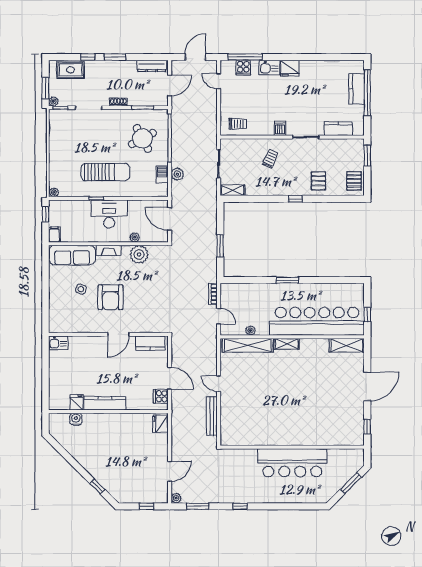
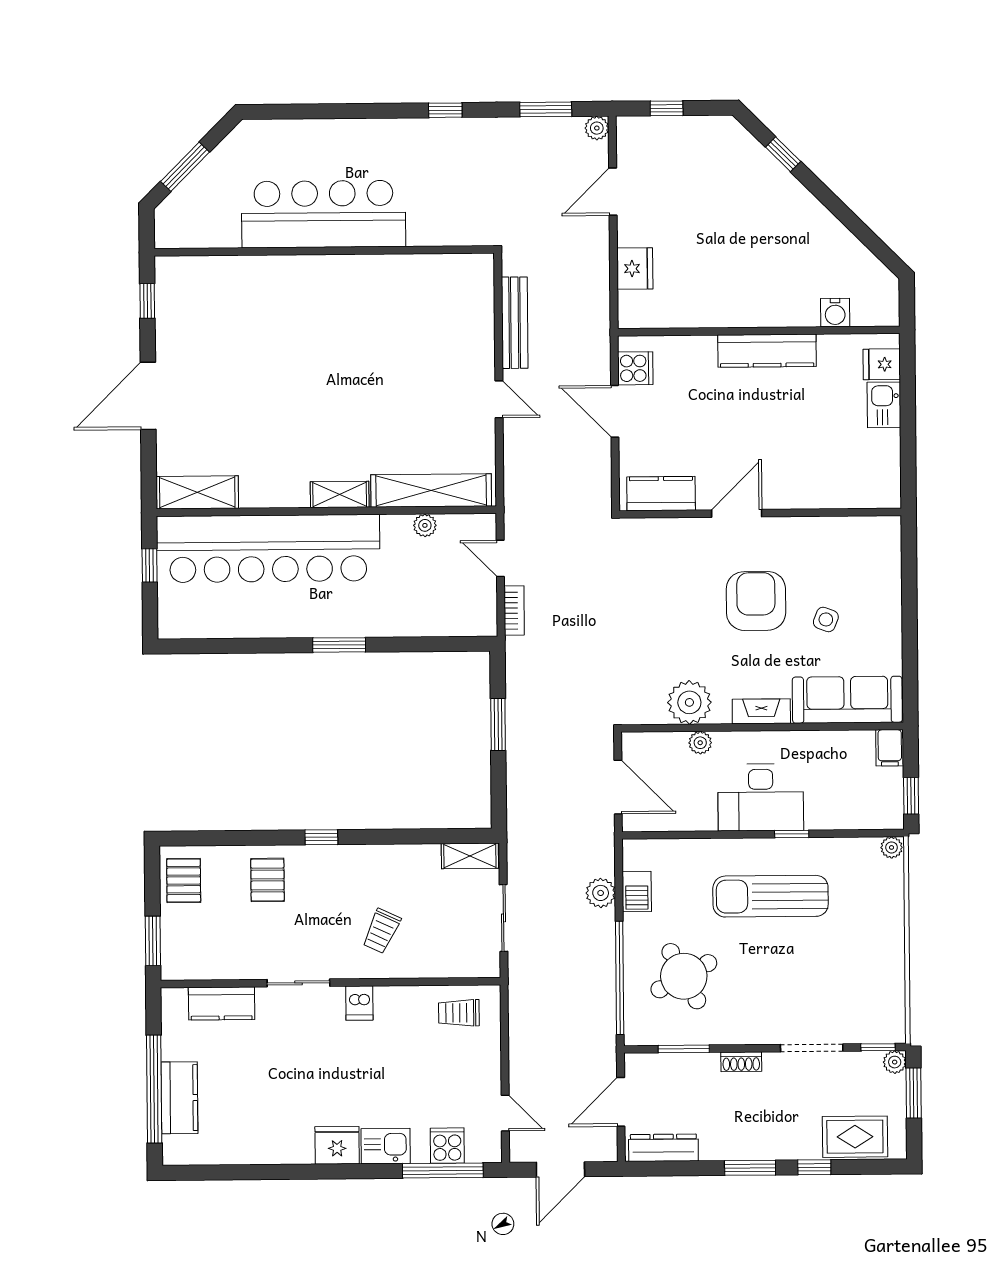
kitchen sink: (58, 343) -> (884, 405), moved, turned -90
fridge: (77, 402) -> (882, 364), moved, turned 90
fridge: (161, 424) -> (635, 269), moved

